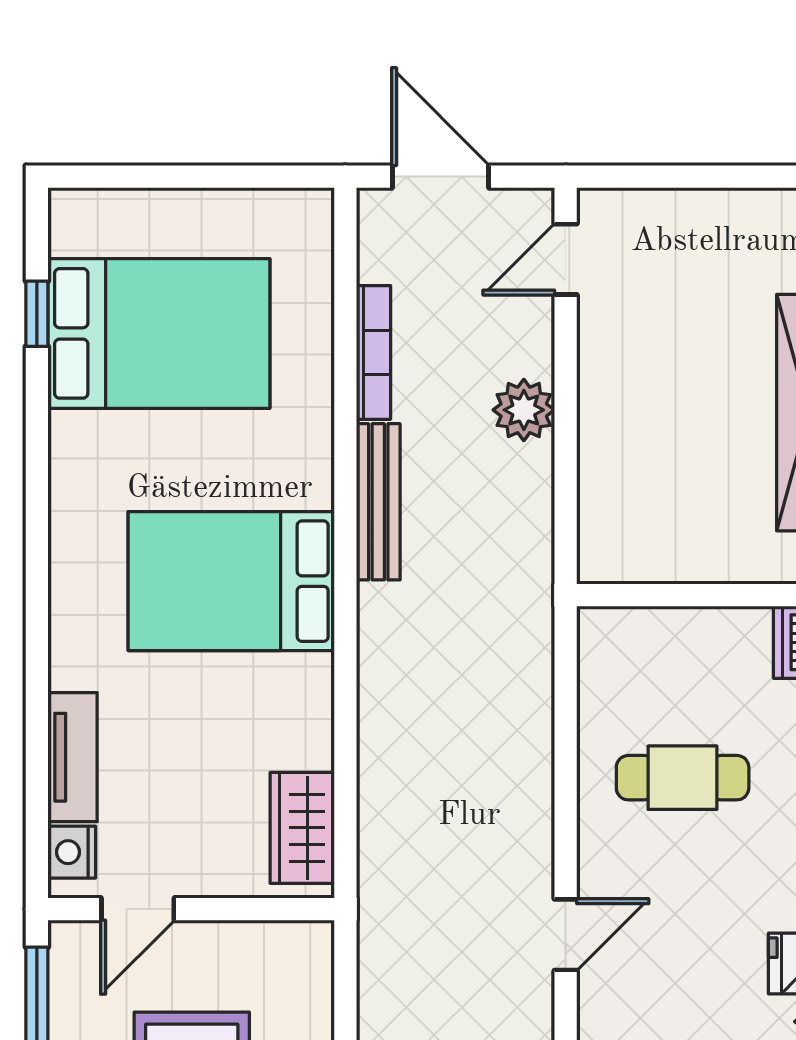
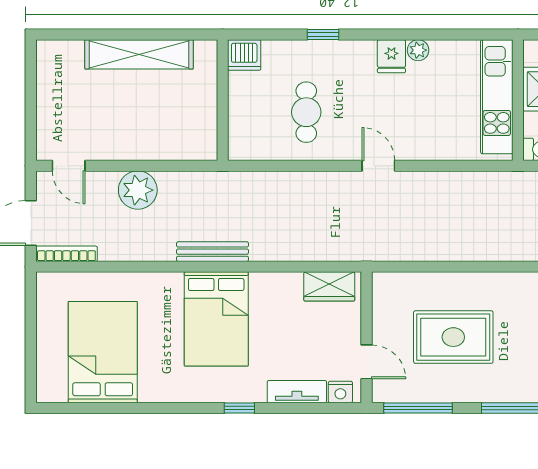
window: (37, 314) -> (239, 408), moved
bookcase: (373, 352) -> (66, 254), moved
plant: (524, 410) -> (138, 190), width x1.36, depth x1.36
bench: (378, 502) -> (213, 252), moved

